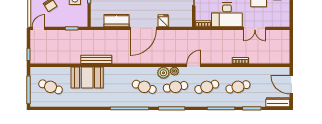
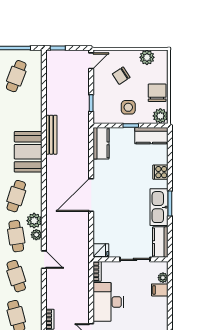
kitchen counter: (116, 21) -> (101, 143), moved
fridge: (163, 21) -> (101, 250), moved
door: (38, 28) -> (91, 61), hinge flipped
door: (143, 28) -> (91, 195), hinge flipped
booth: (87, 77) -> (28, 152), moved

